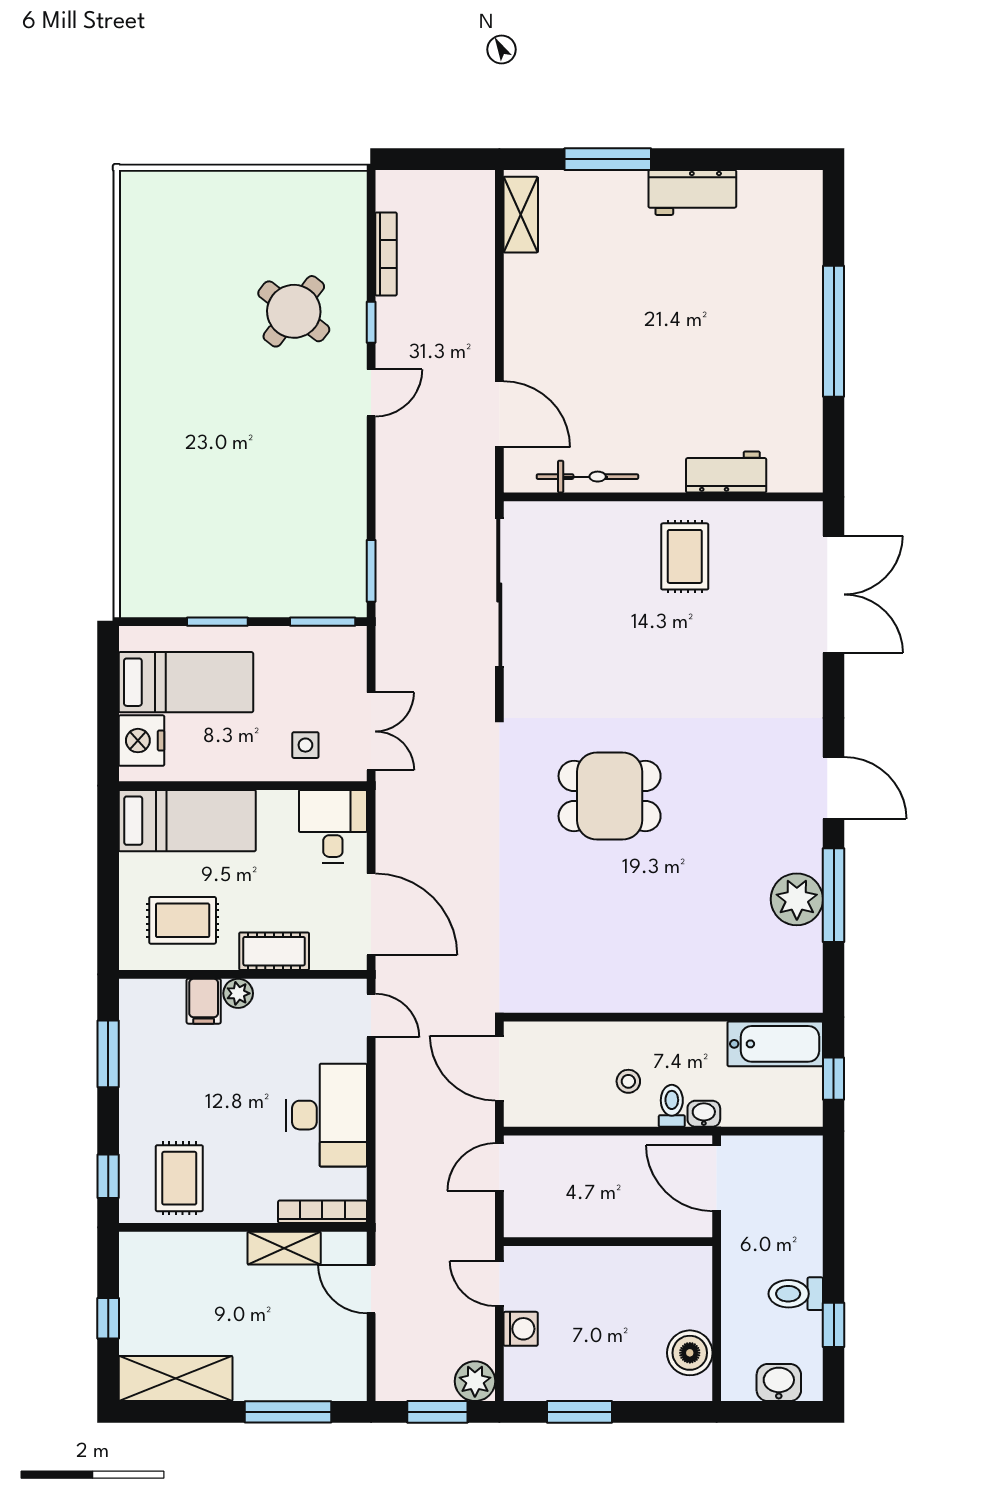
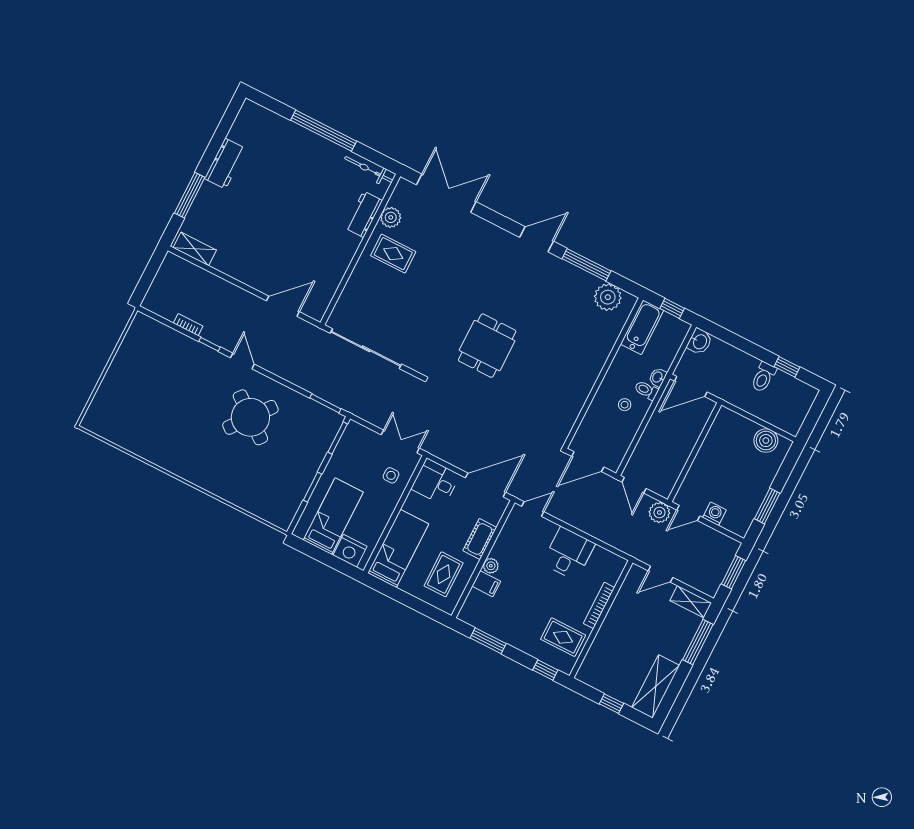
bookcase: (386, 254) -> (188, 325), width x0.64
round table: (294, 311) -> (250, 417), moved, width x1.36, depth x1.36
bicycle: (587, 477) -> (369, 170), moved, turned -90
plant: (744, 521) -> (391, 217), added
plant: (797, 899) -> (608, 297), moved
desk: (326, 1115) -> (569, 554), width x0.73
bookcase: (322, 1212) -> (599, 605), moved
shelving: (284, 1248) -> (691, 602), moved, turned 90
plant: (475, 1381) -> (659, 513), moved
washbasin: (779, 1383) -> (700, 342), moved, turned 180

